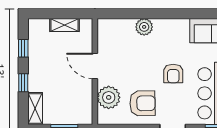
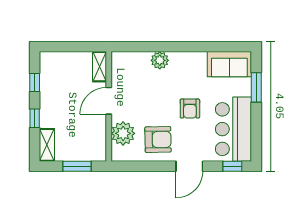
shelving: (65, 25) -> (99, 67), moved, turned 90
door: (95, 66) -> (109, 101), hinge flipped

